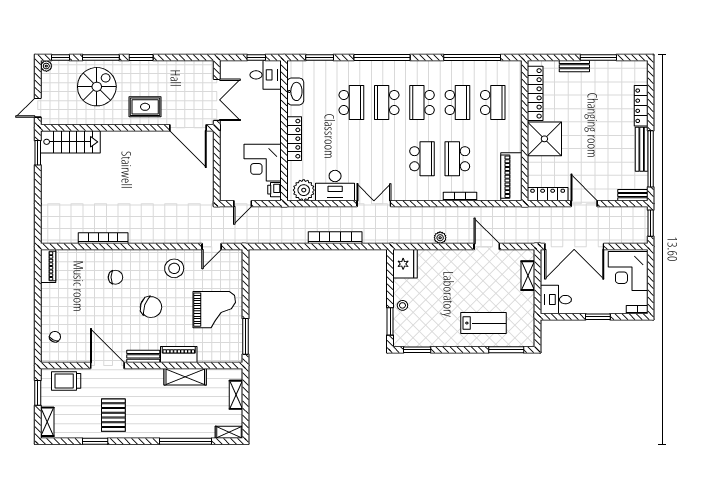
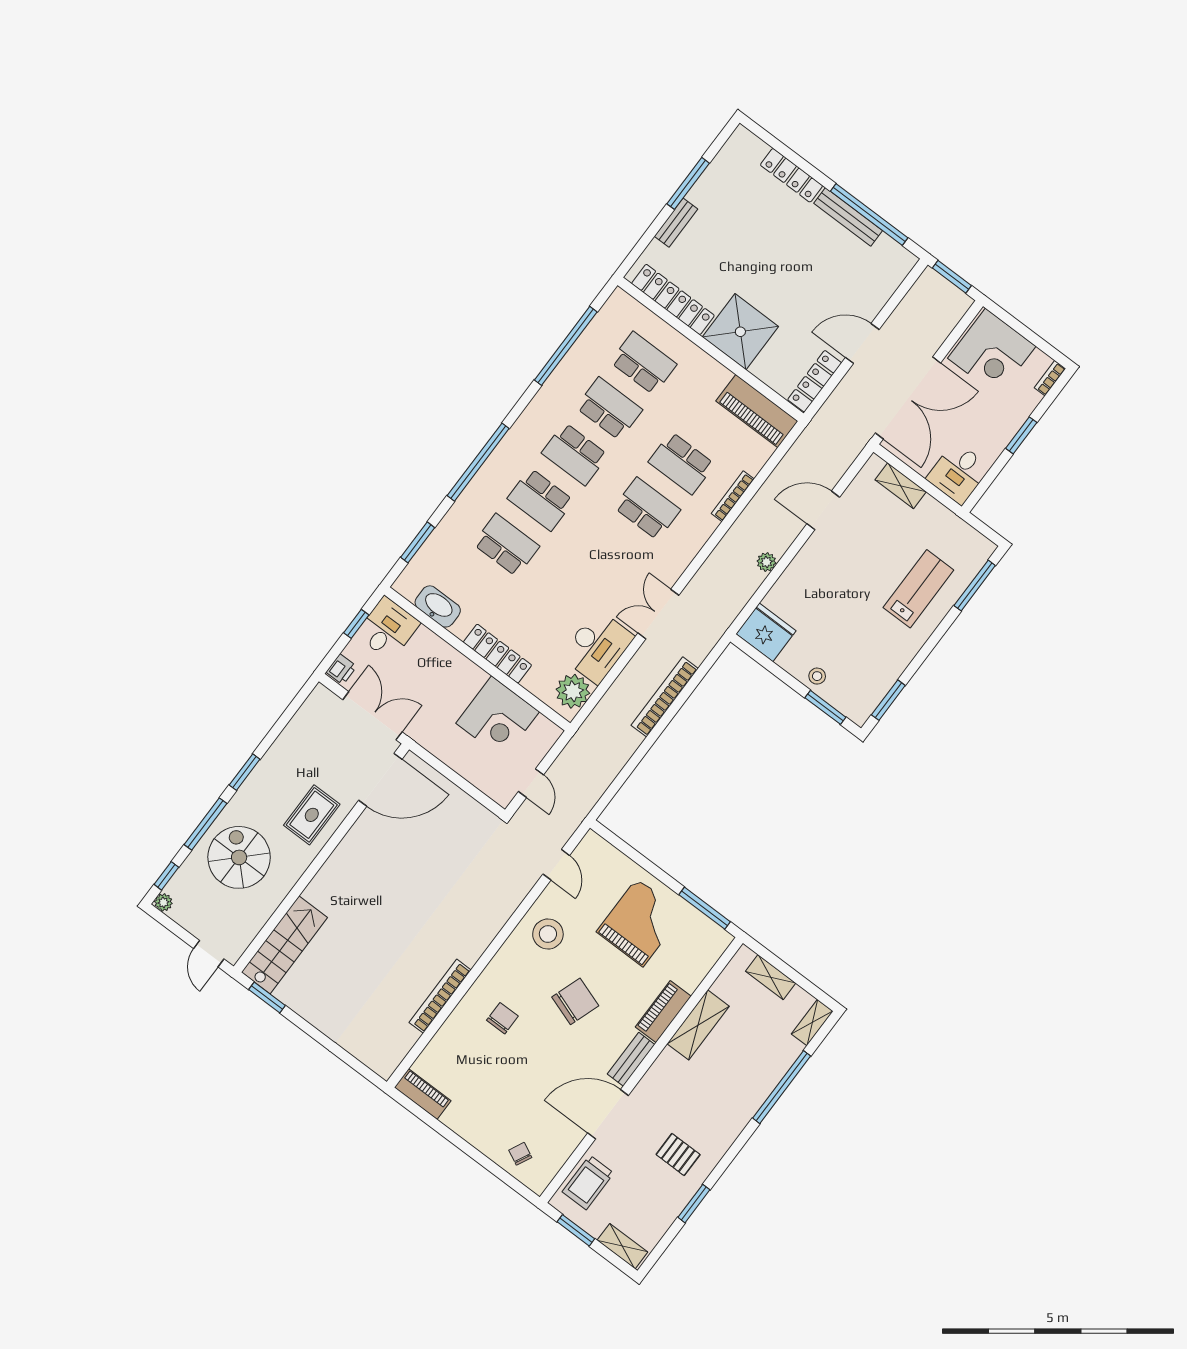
printer: (275, 190) -> (341, 669), moved, turned -90
bench: (633, 195) -> (899, 272), removed
pallet: (113, 415) -> (678, 1155), width x0.67, depth x0.71

